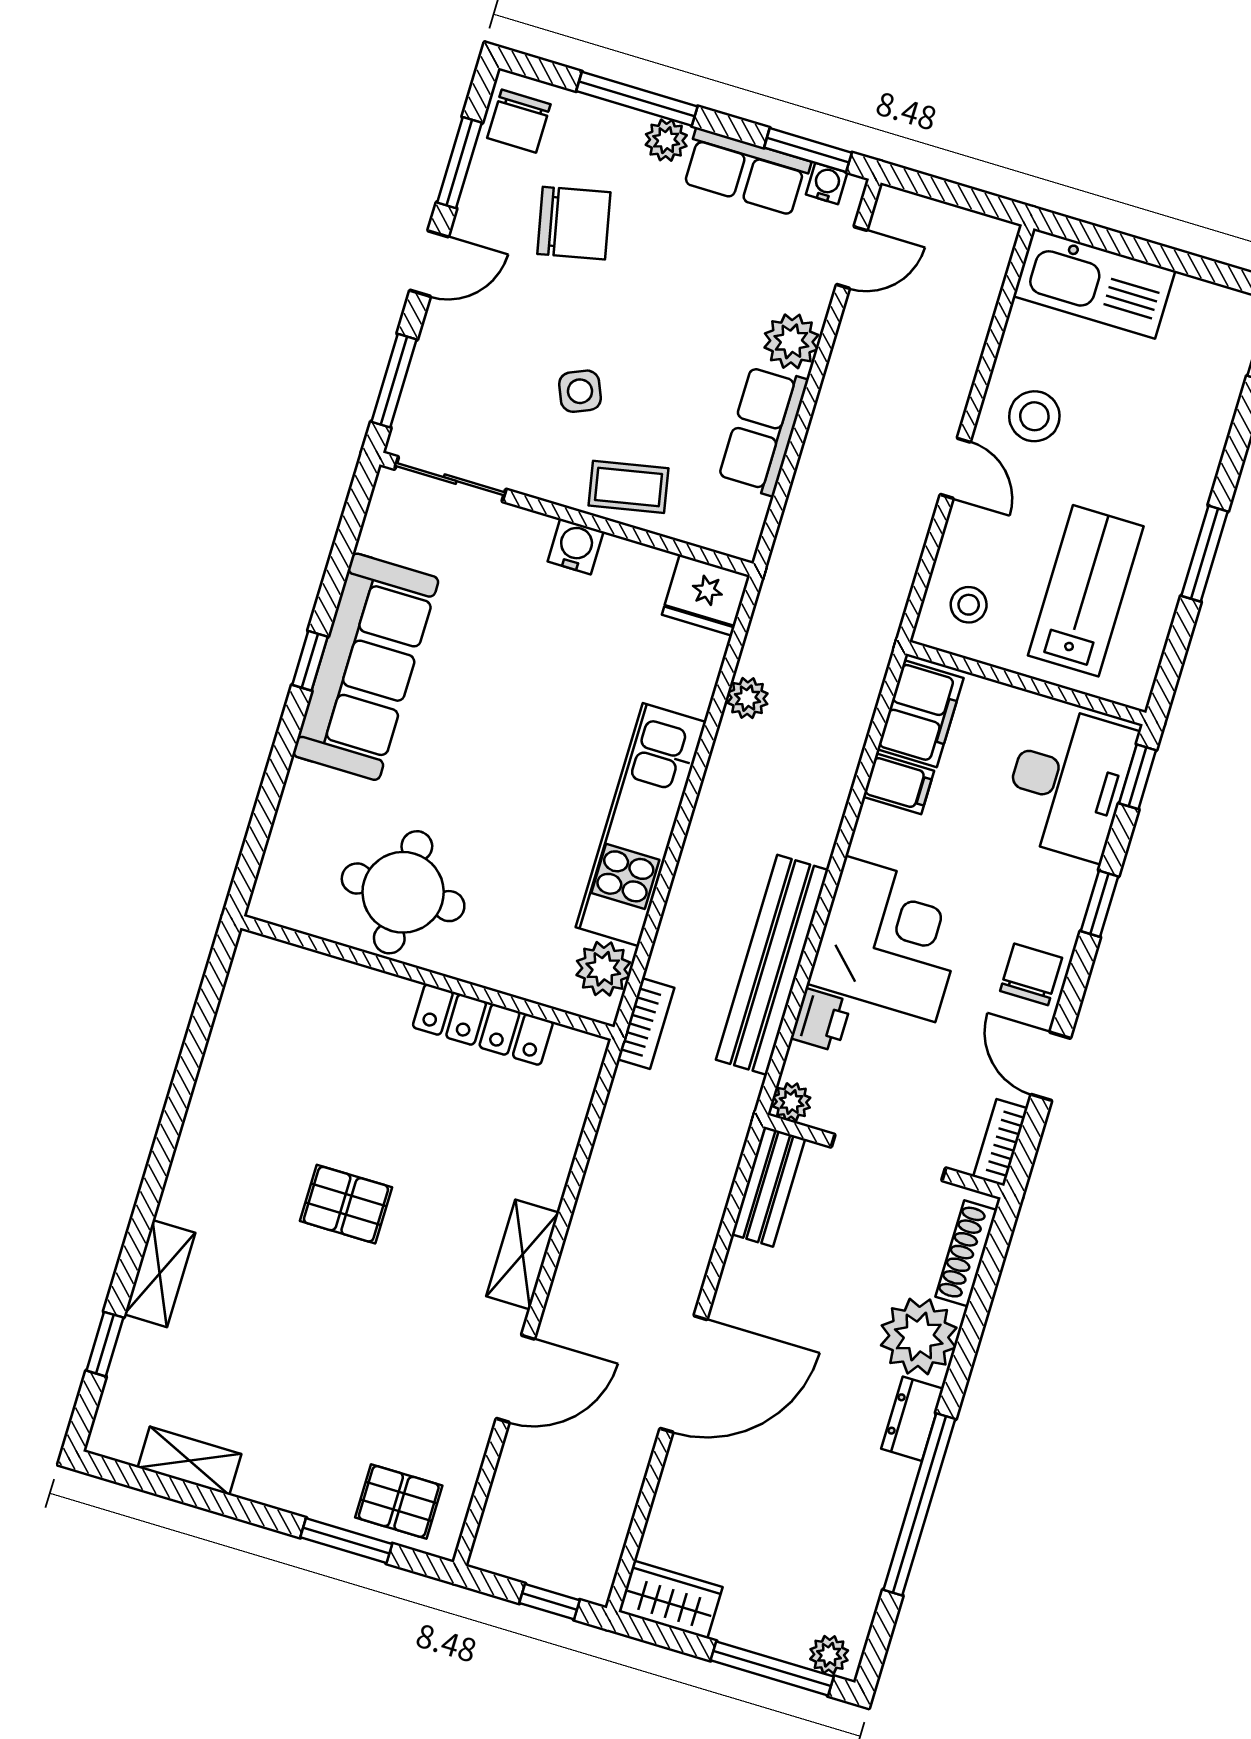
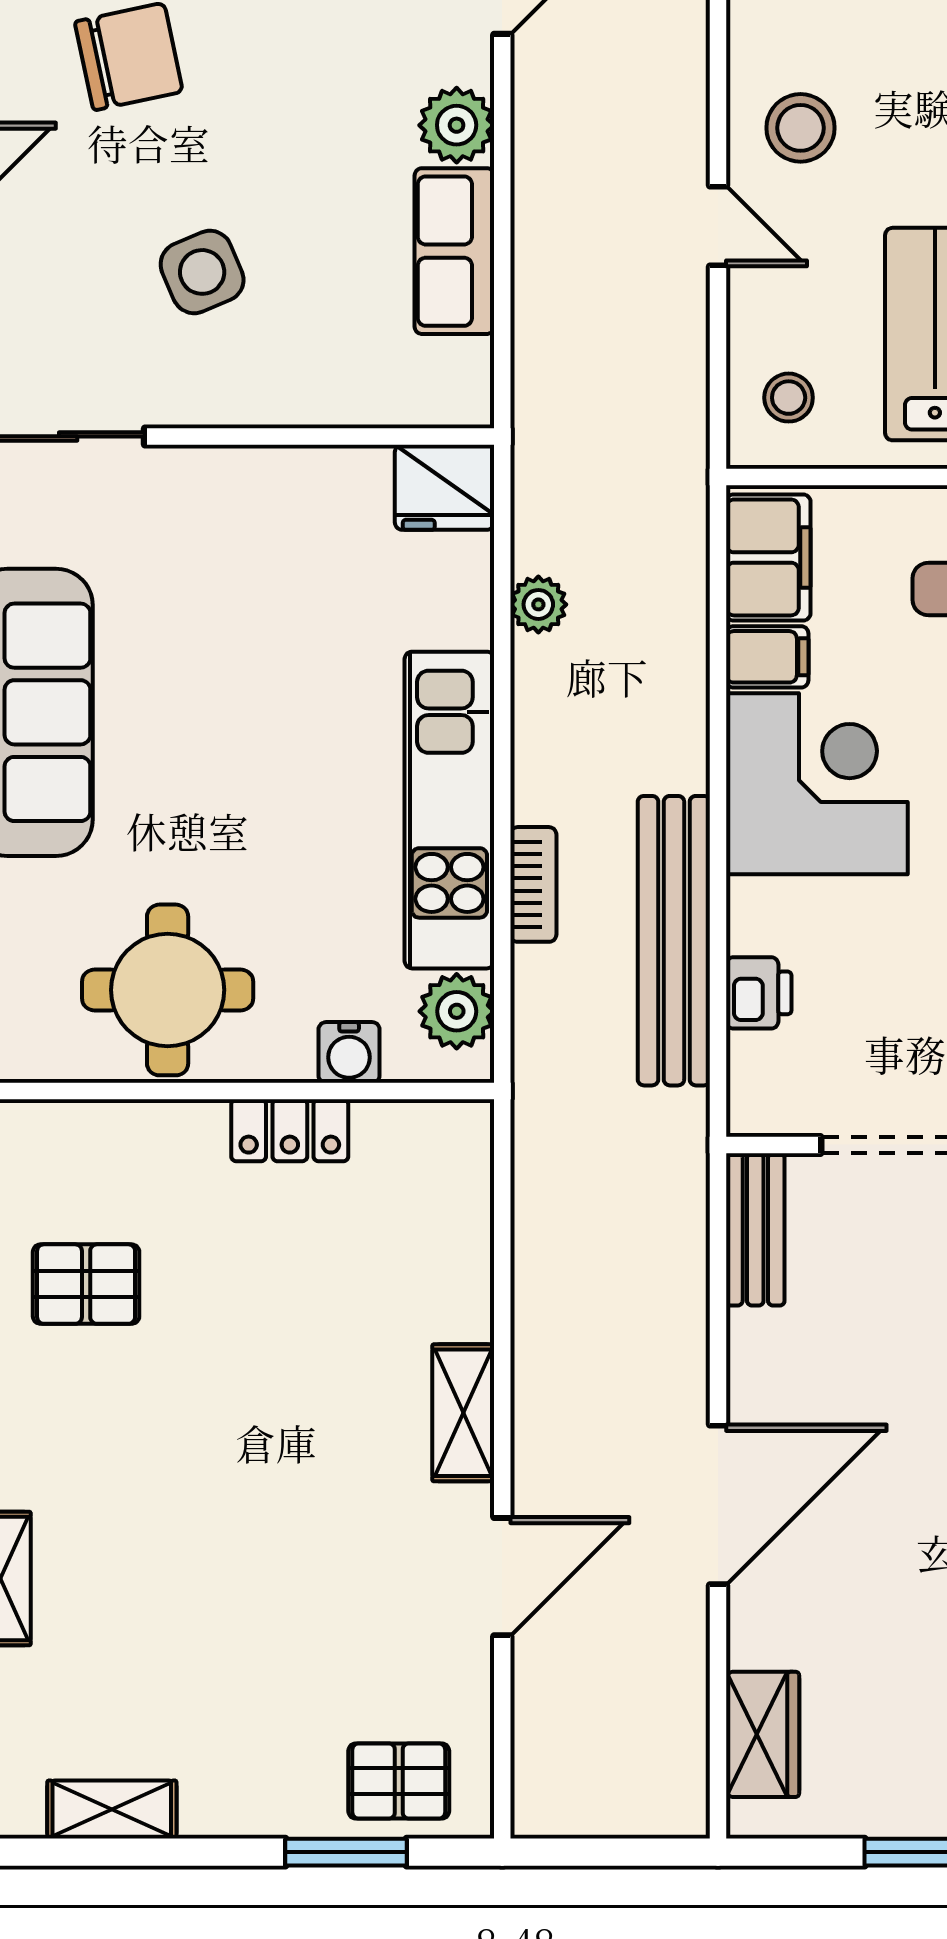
side table: (580, 391) -> (202, 272), width x1.37, depth x1.37
coffee table: (629, 487) -> (302, 377), removed
water cooler: (576, 547) -> (349, 1052), moved, turned 180
corner desk: (890, 939) -> (817, 784), moved
locker: (483, 1024) -> (290, 1130), width x0.66
bookcase: (646, 1024) -> (533, 884), moved
plant: (791, 1102) -> (752, 1111), removed
pallet: (346, 1204) -> (86, 1284), moved
wardrobe: (671, 1599) -> (763, 1734), moved, turned 90
window: (550, 1602) -> (633, 1852), removed

